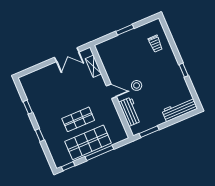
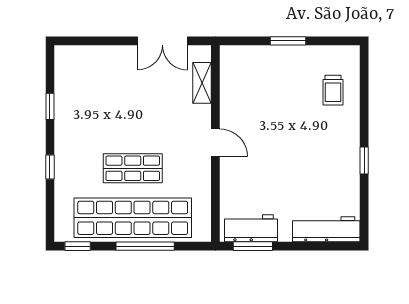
stool: (137, 85) -> (266, 152), removed
workbench: (130, 112) -> (251, 228), moved, turned -90
shop shelf: (88, 142) -> (133, 218), width x1.40

